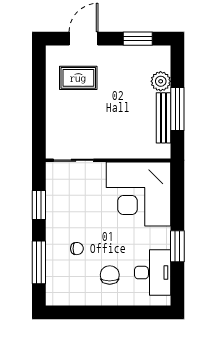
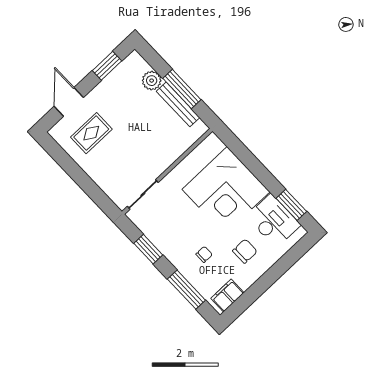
corner desk: (138, 194) -> (226, 191), moved
window: (177, 246) -> (291, 205), moved
chair: (110, 275) -> (245, 251), turned 90
filing cabinet: (65, 296) -> (227, 296), added

